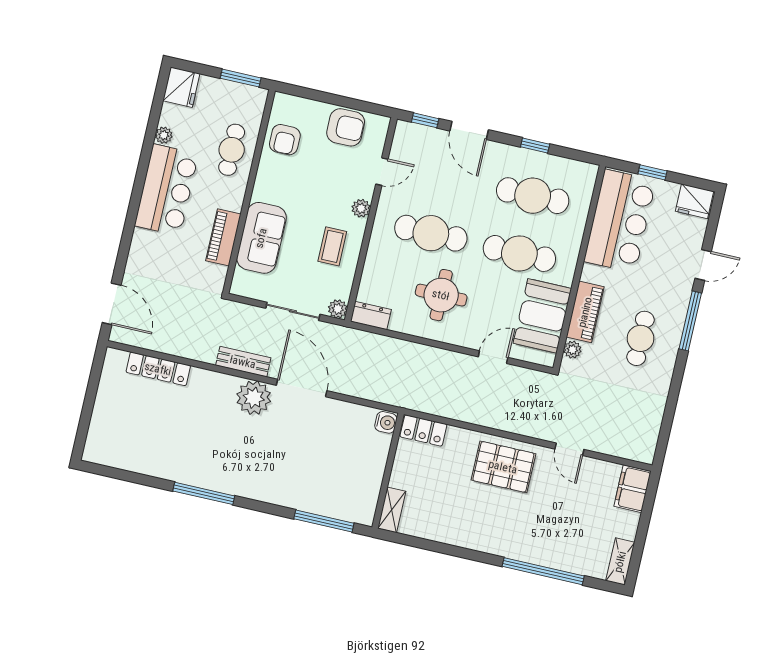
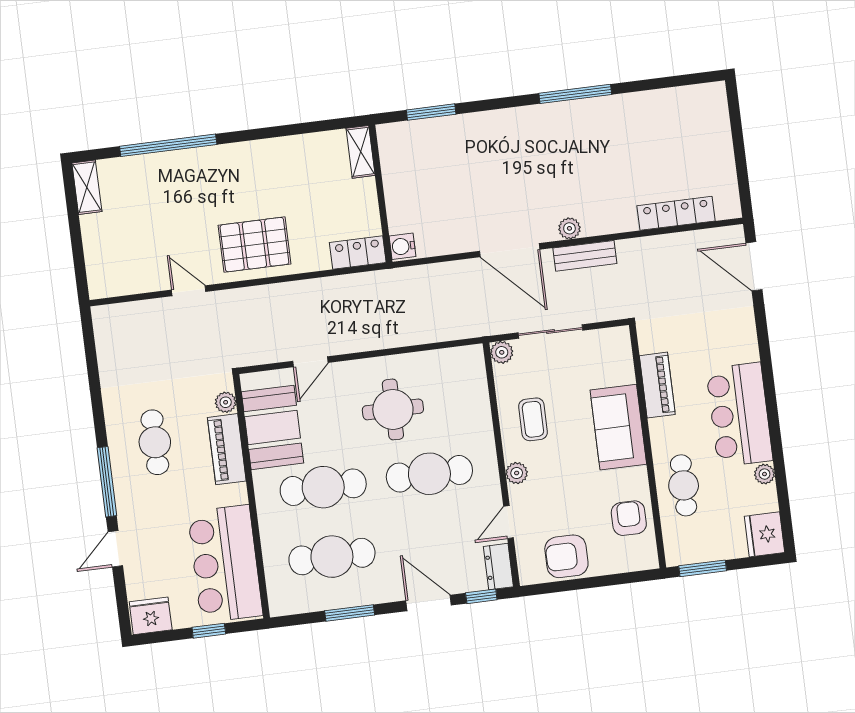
window: (535, 145) -> (350, 613), width x1.50
sofa: (261, 238) -> (618, 427), moved
dresser: (371, 316) -> (498, 567), moved, turned 90
plant: (254, 398) -> (569, 228), width x0.53, depth x0.53
filing cabinet: (632, 489) -> (103, 273), removed
window: (324, 521) -> (431, 112), width x0.69

